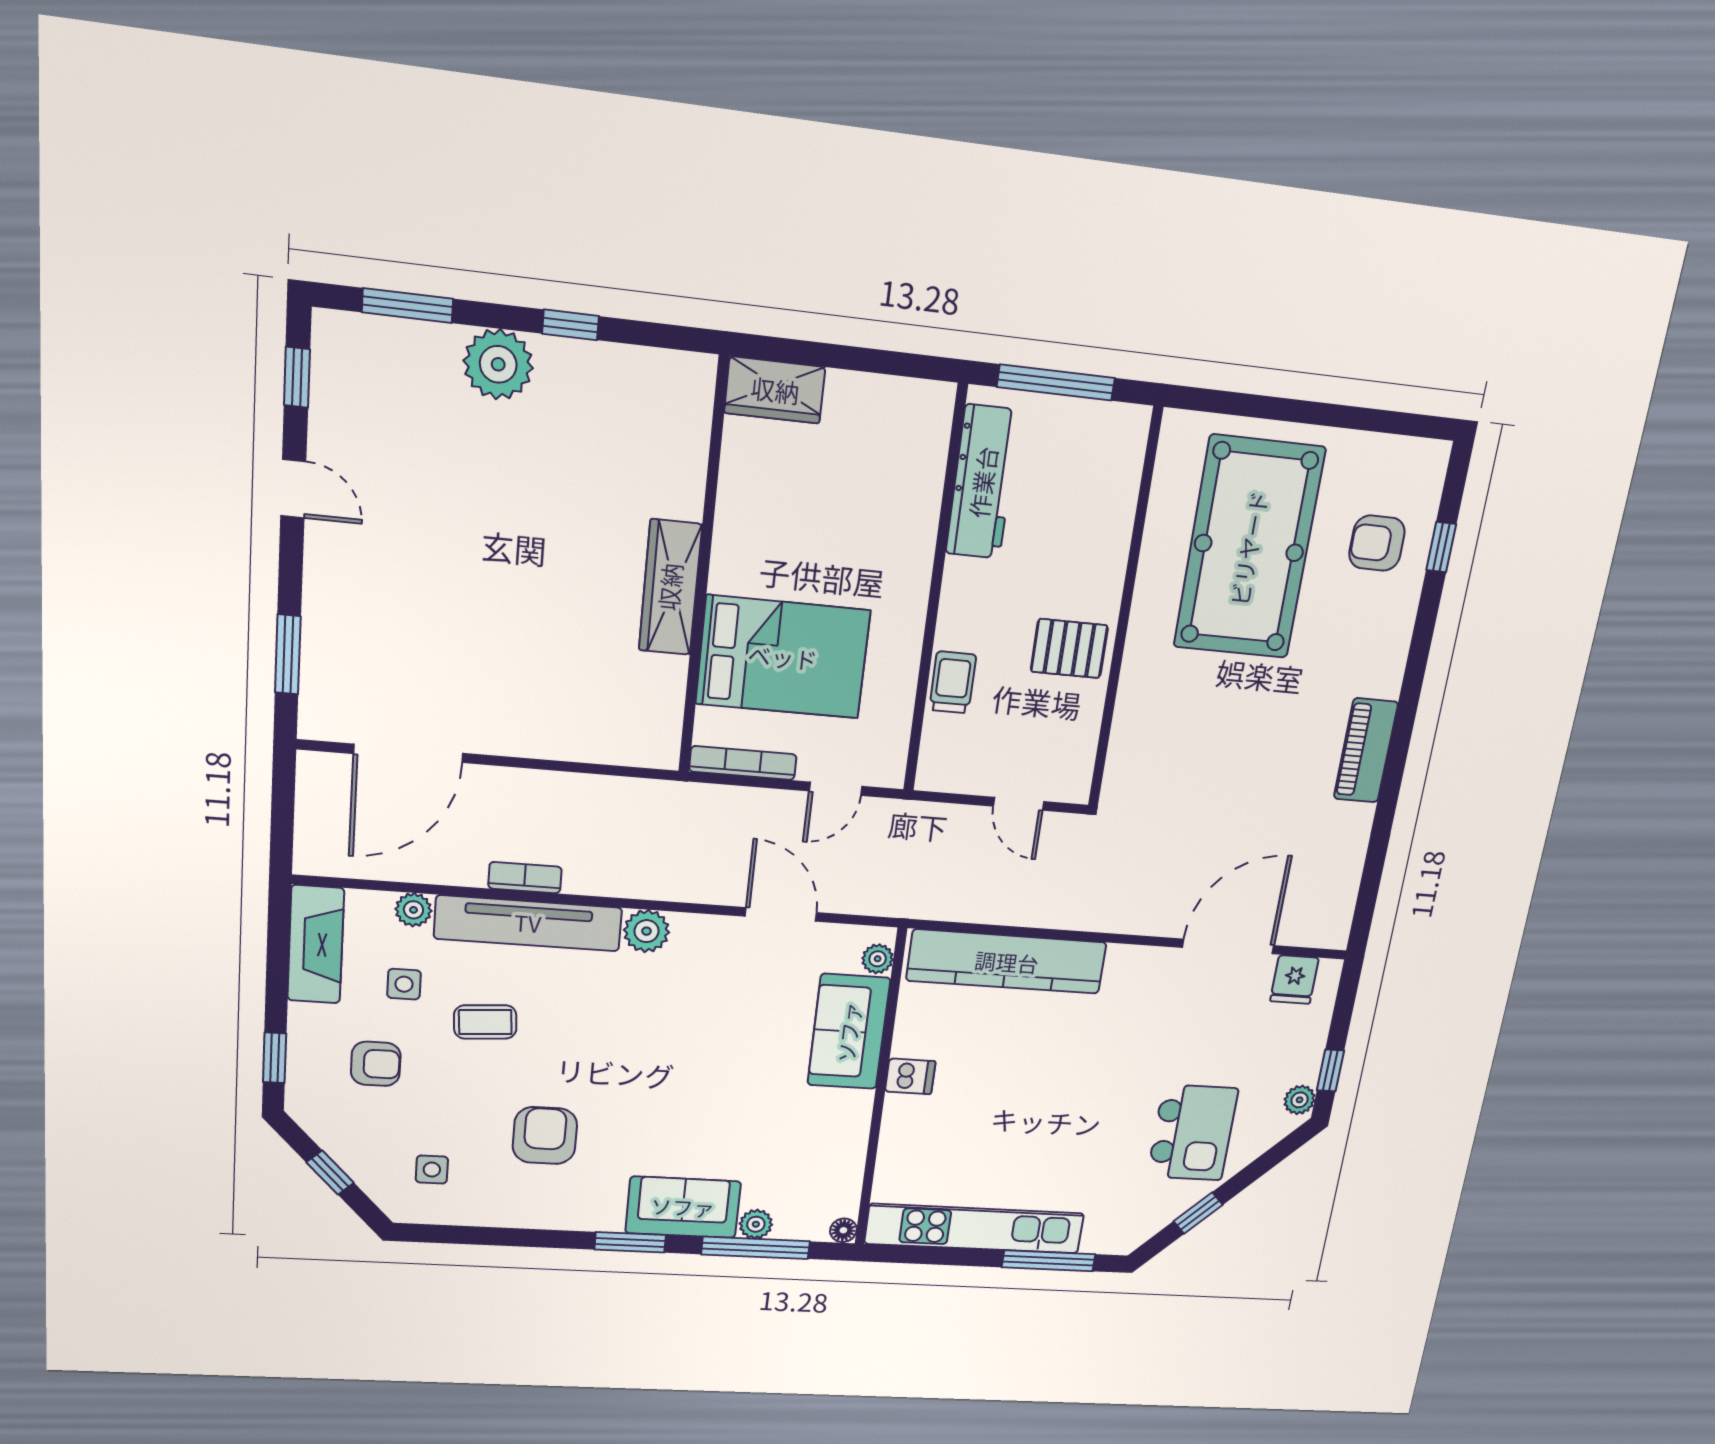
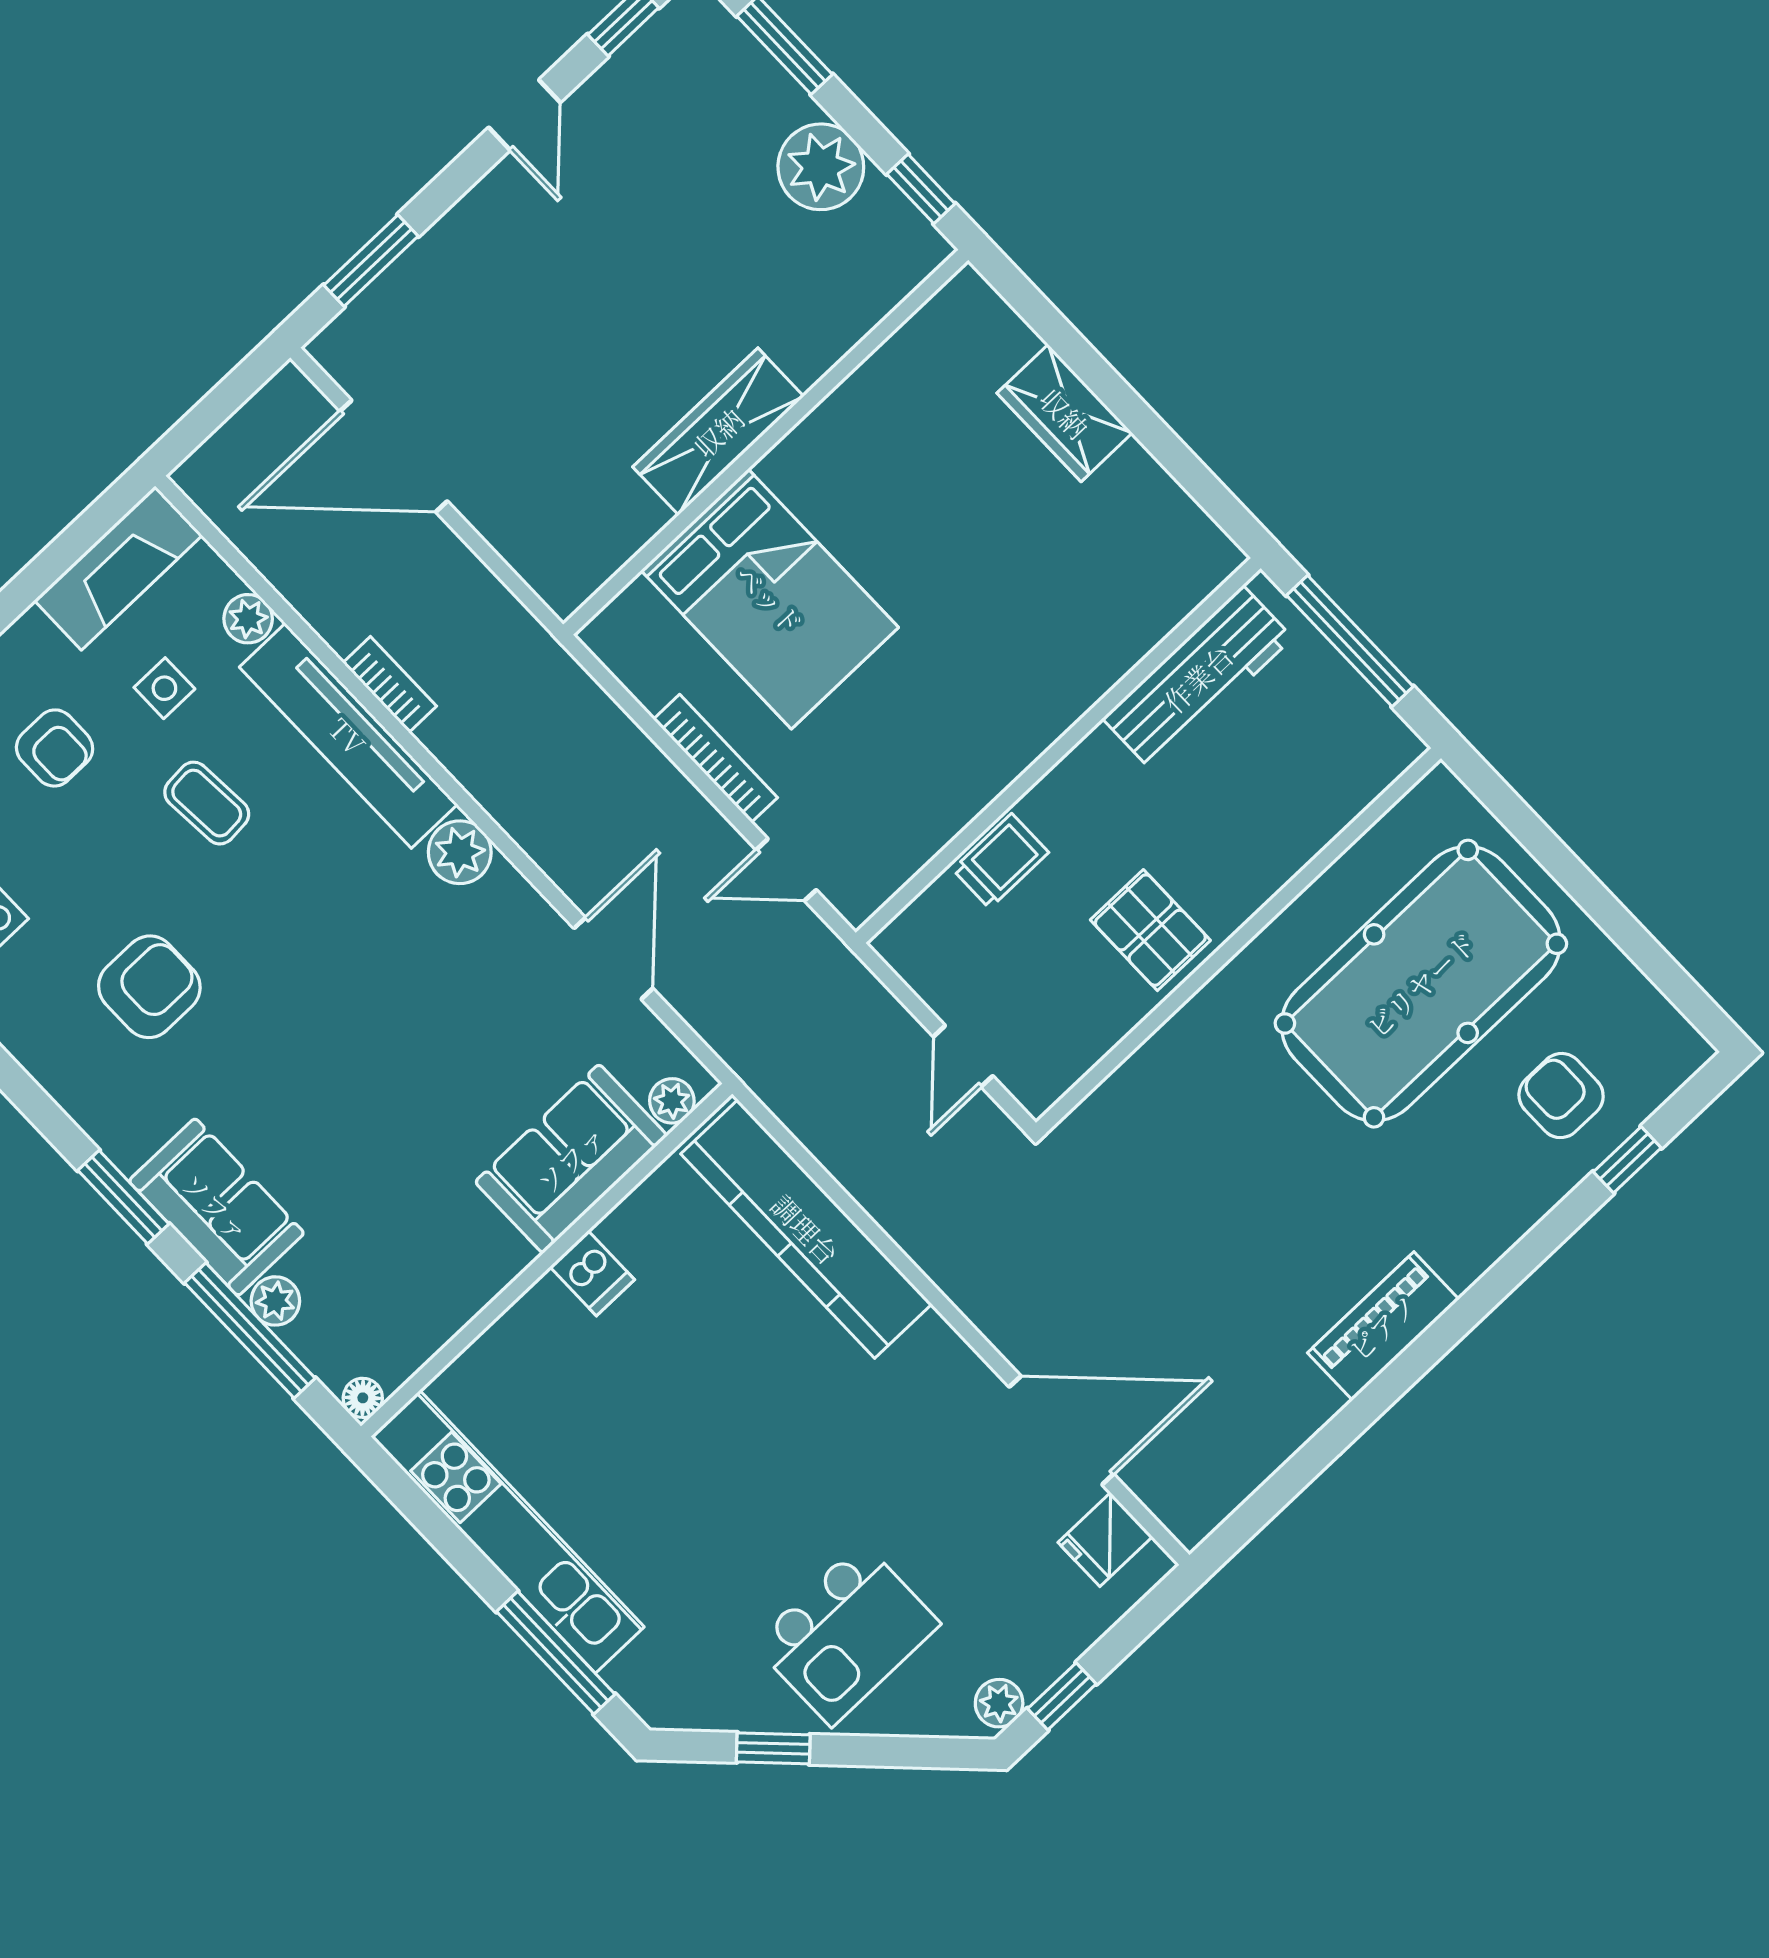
wall: (703, 570) -> (766, 442), moved
wardrobe: (670, 587) -> (718, 432), moved
bed: (783, 657) -> (770, 599), moved

